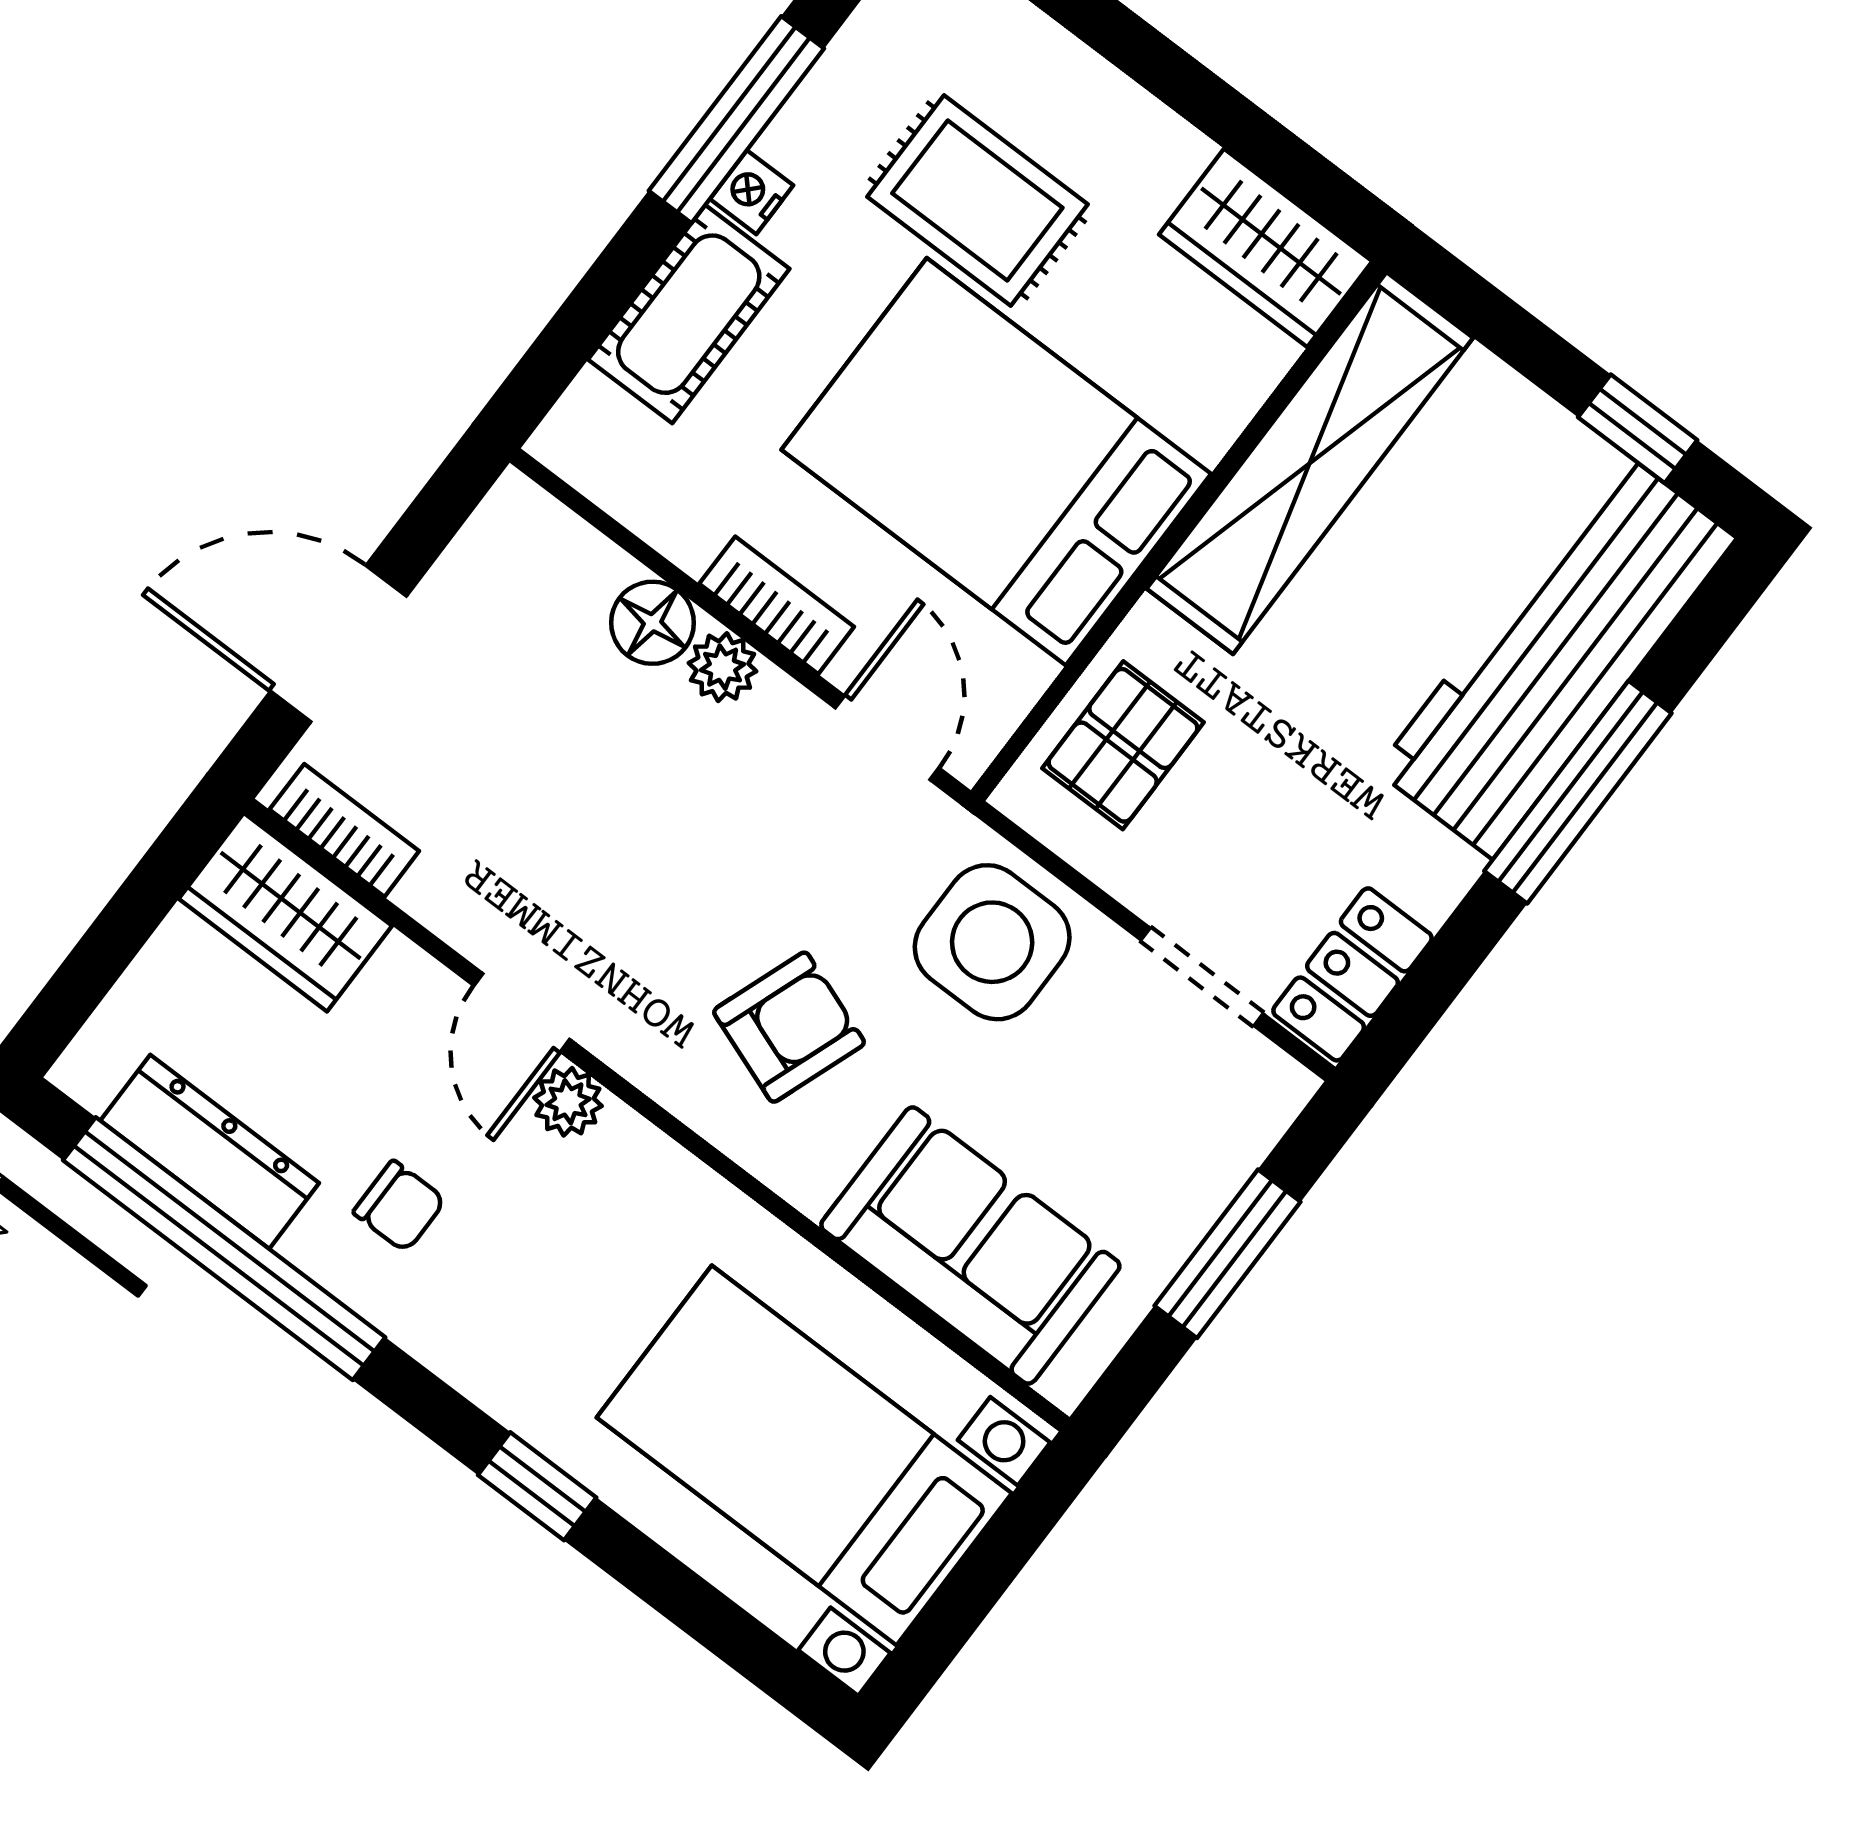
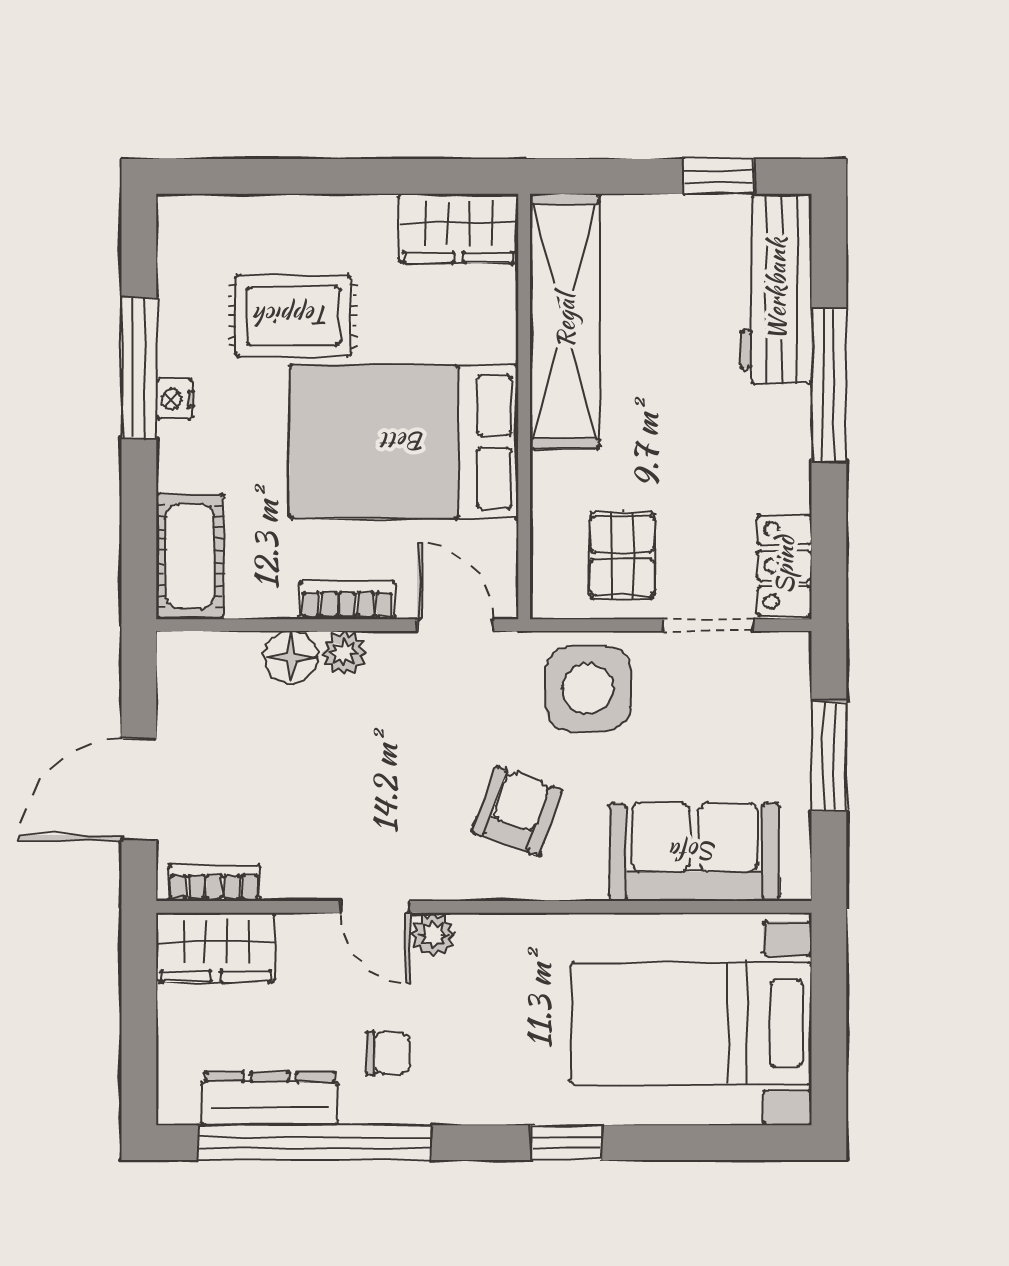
cot: (689, 314) -> (190, 556), moved
workbench: (1556, 654) -> (776, 289), width x0.73, depth x0.76
pallet: (1123, 745) -> (622, 556), moved

